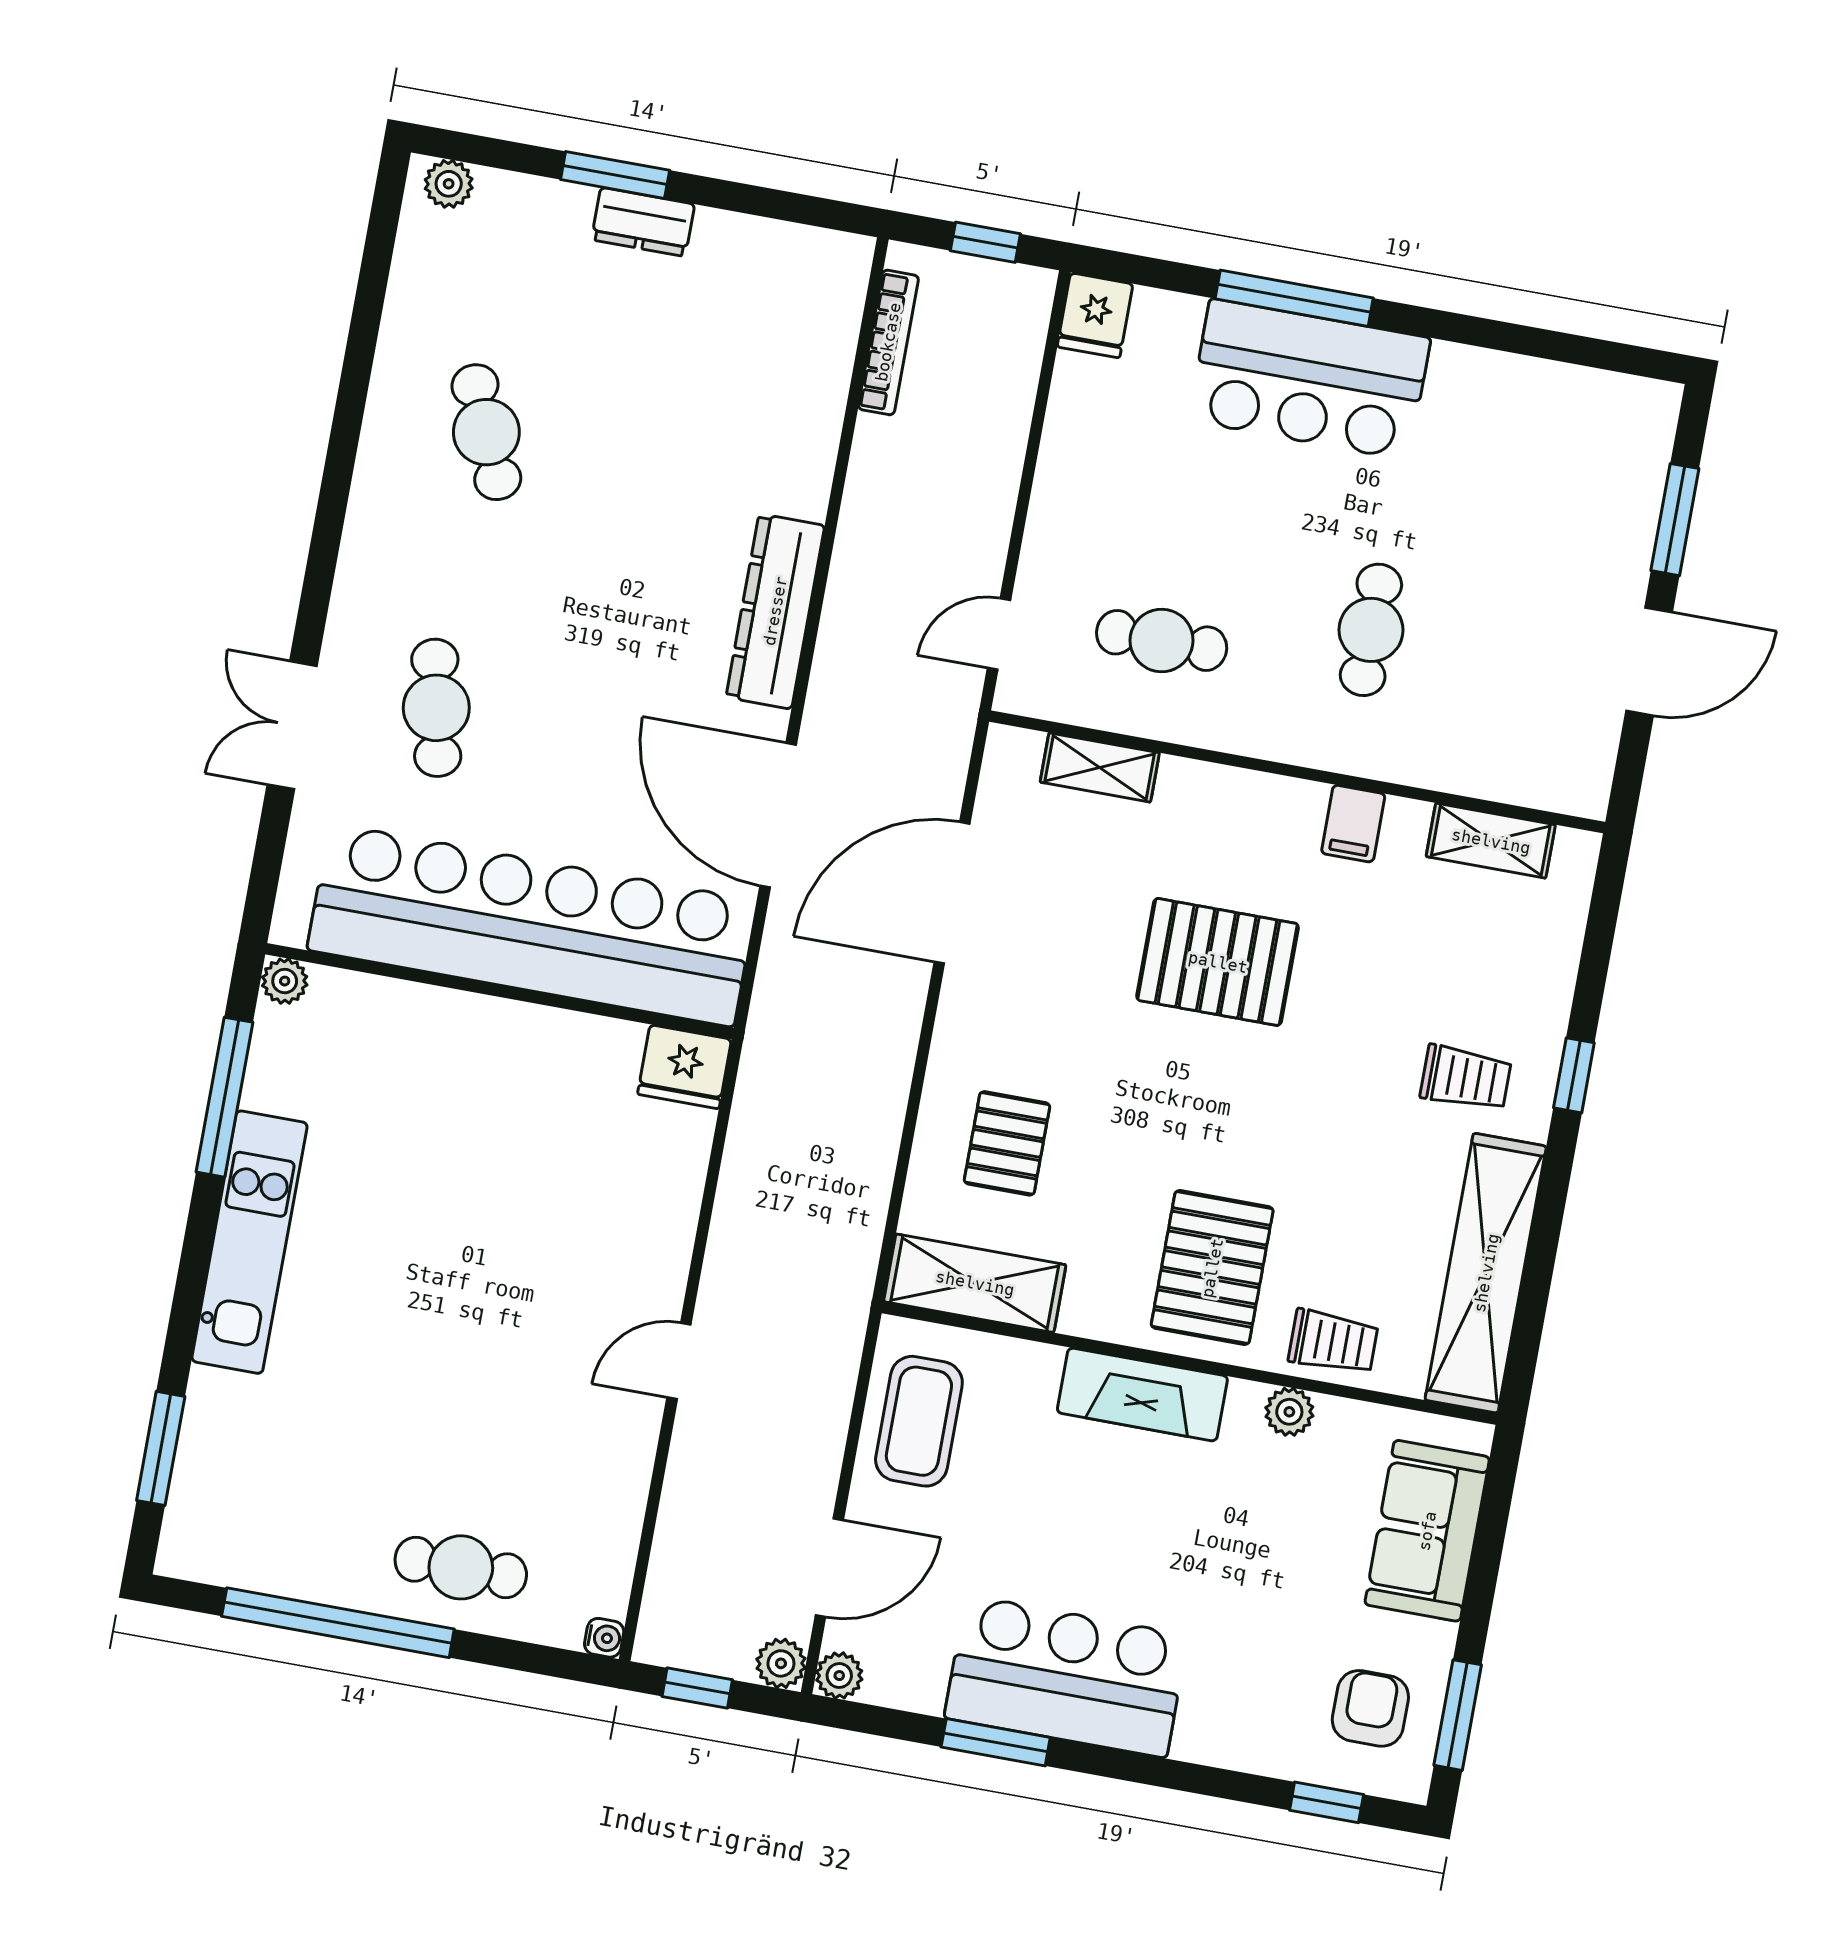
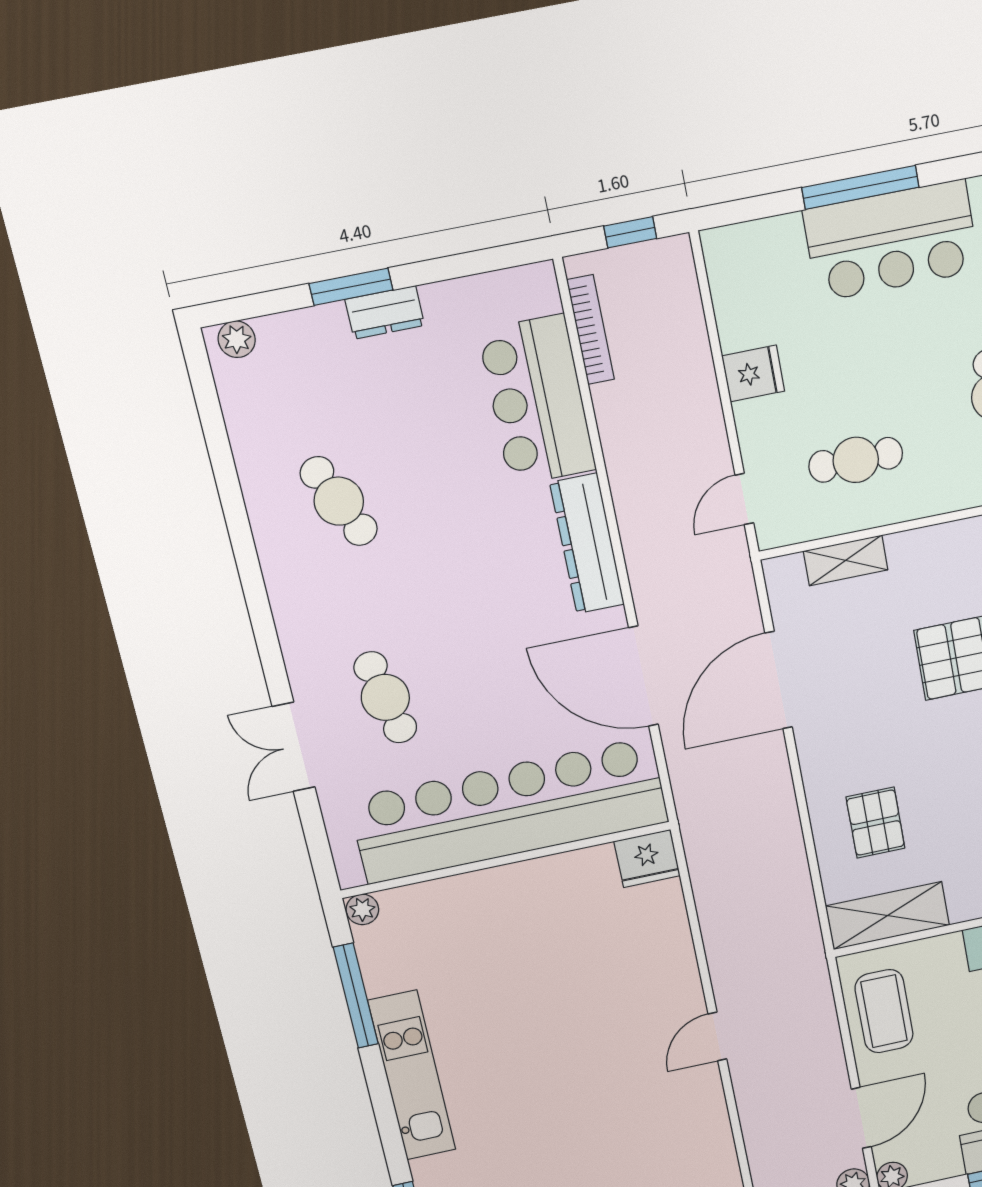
fridge: (1095, 315) -> (753, 373), moved, turned -90
bar counter: (786, 404) -> (537, 400), added

